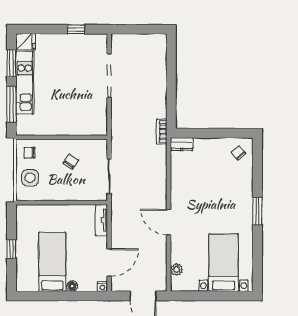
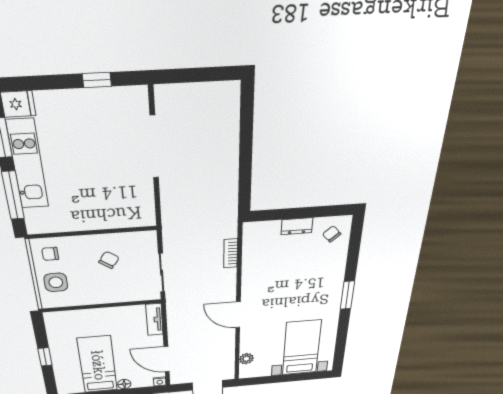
bookcase: (162, 132) -> (231, 253), moved
dresser: (182, 144) -> (297, 226), moved
door: (109, 262) -> (167, 359), swing flipped

